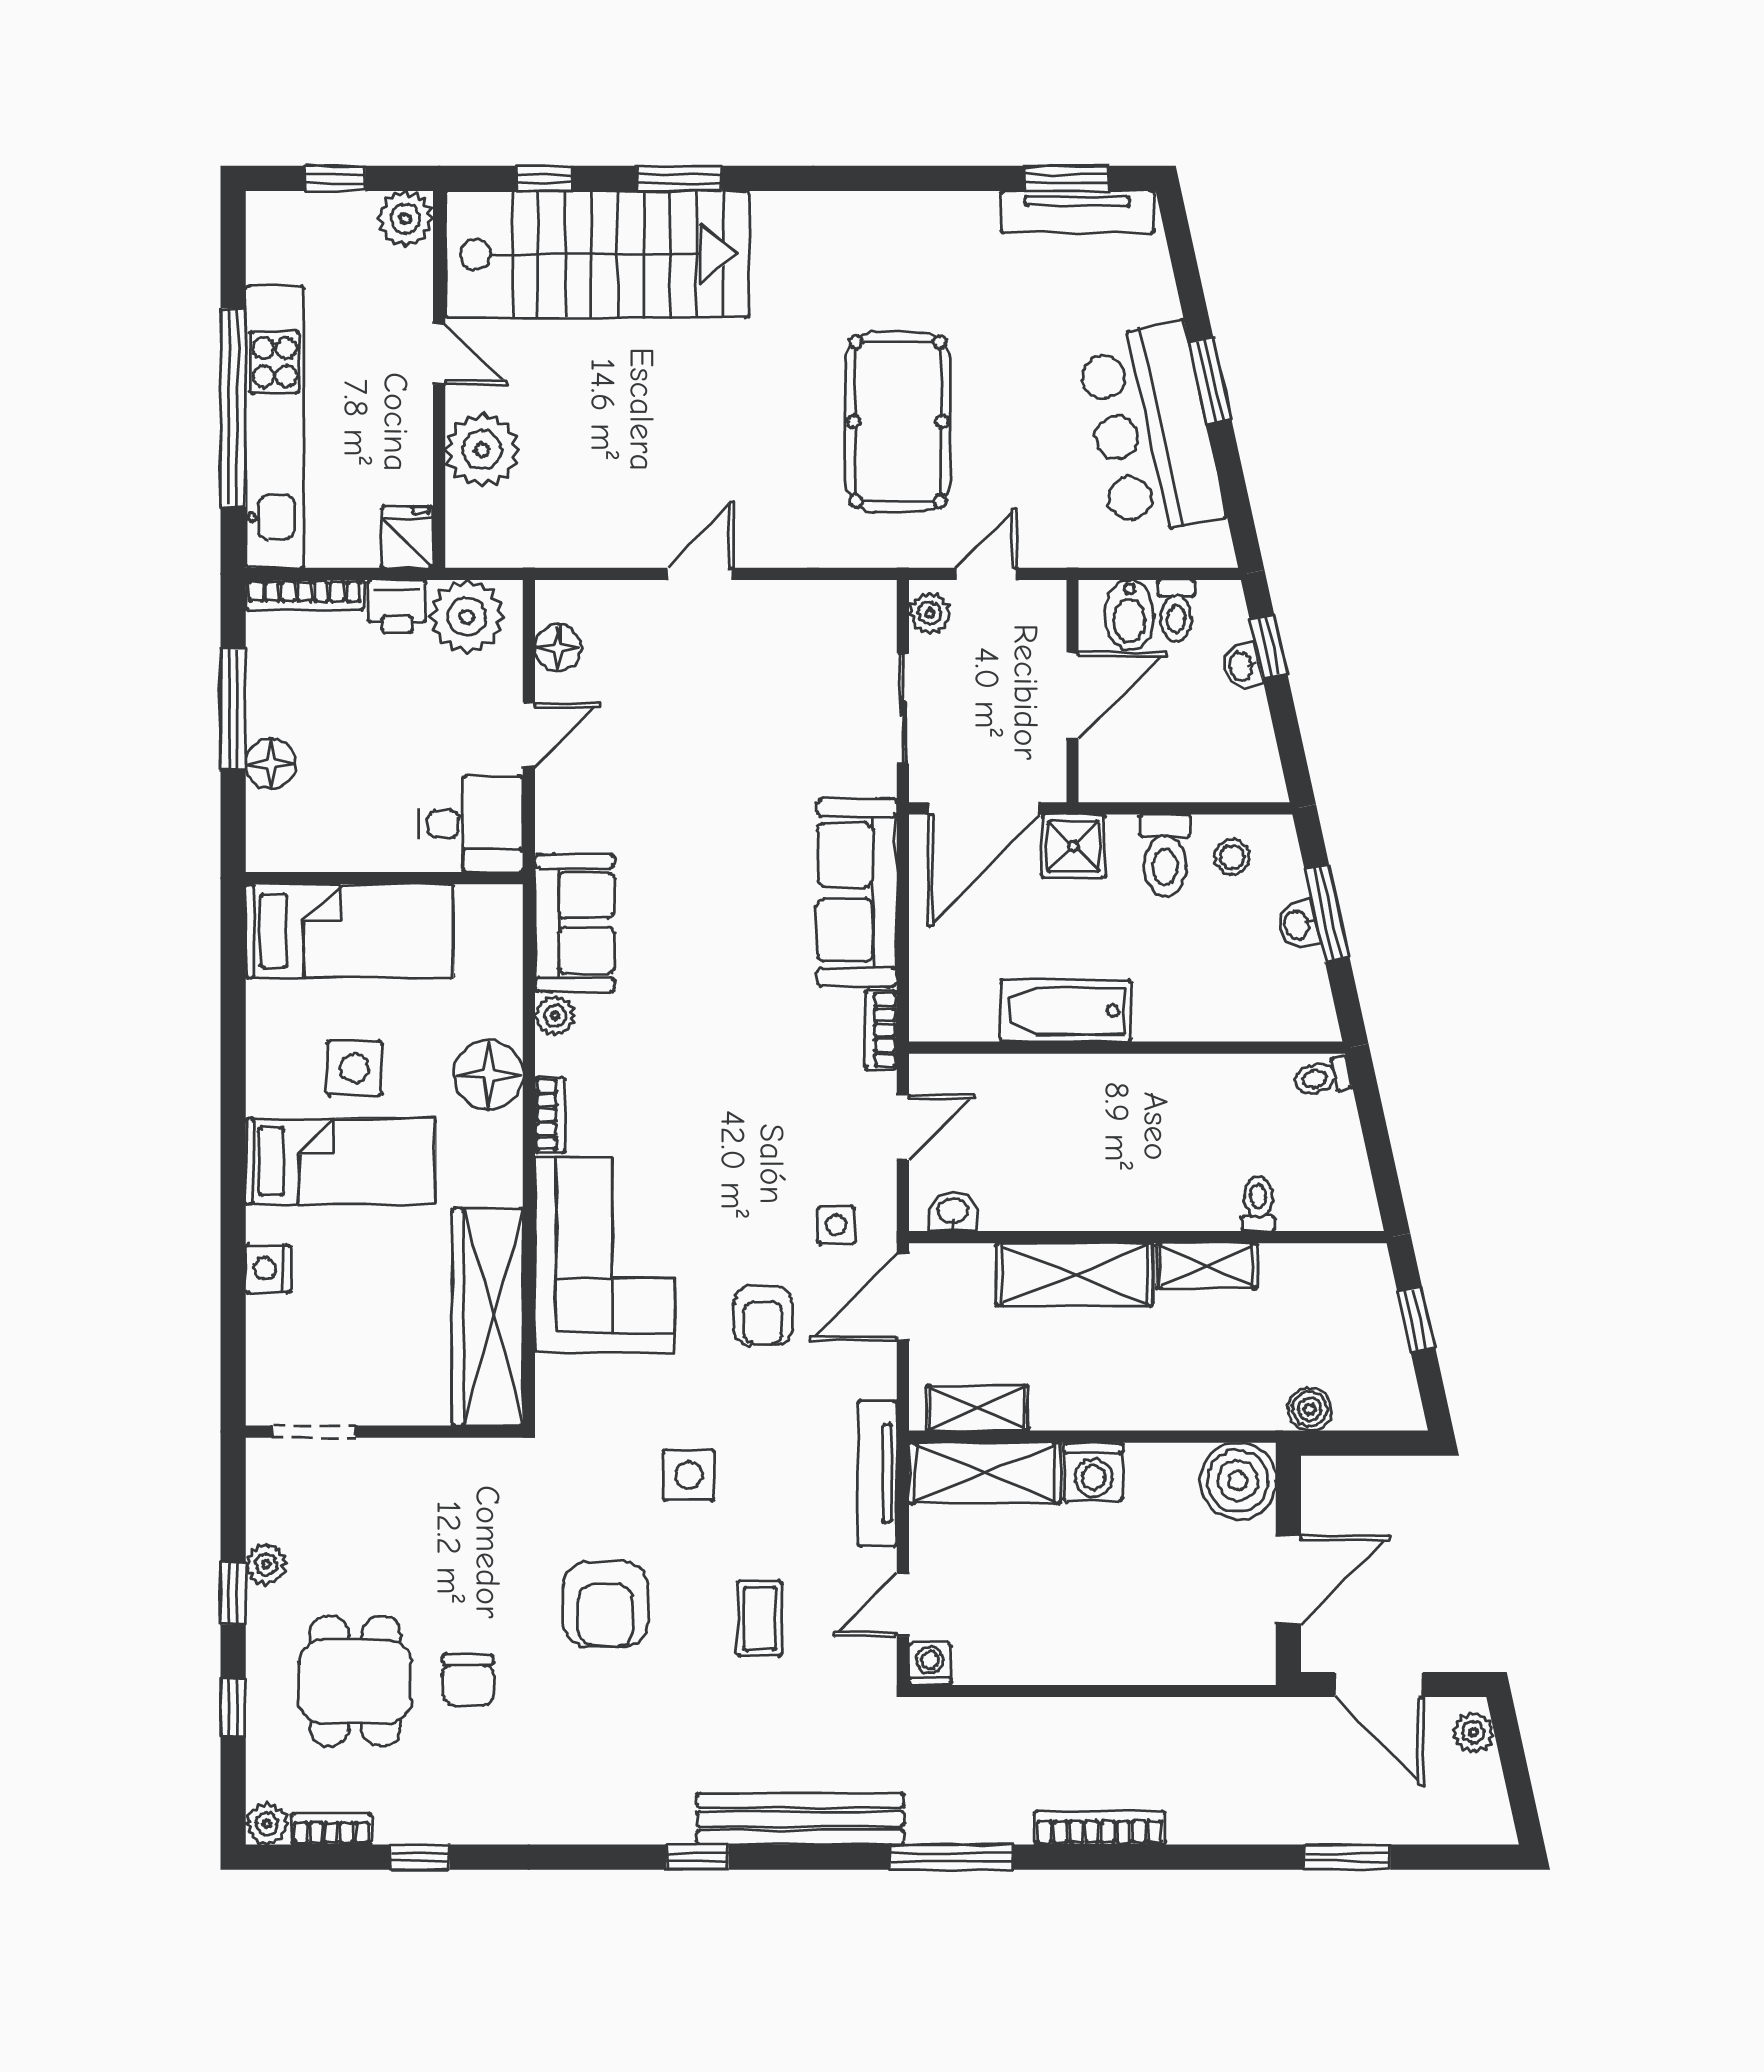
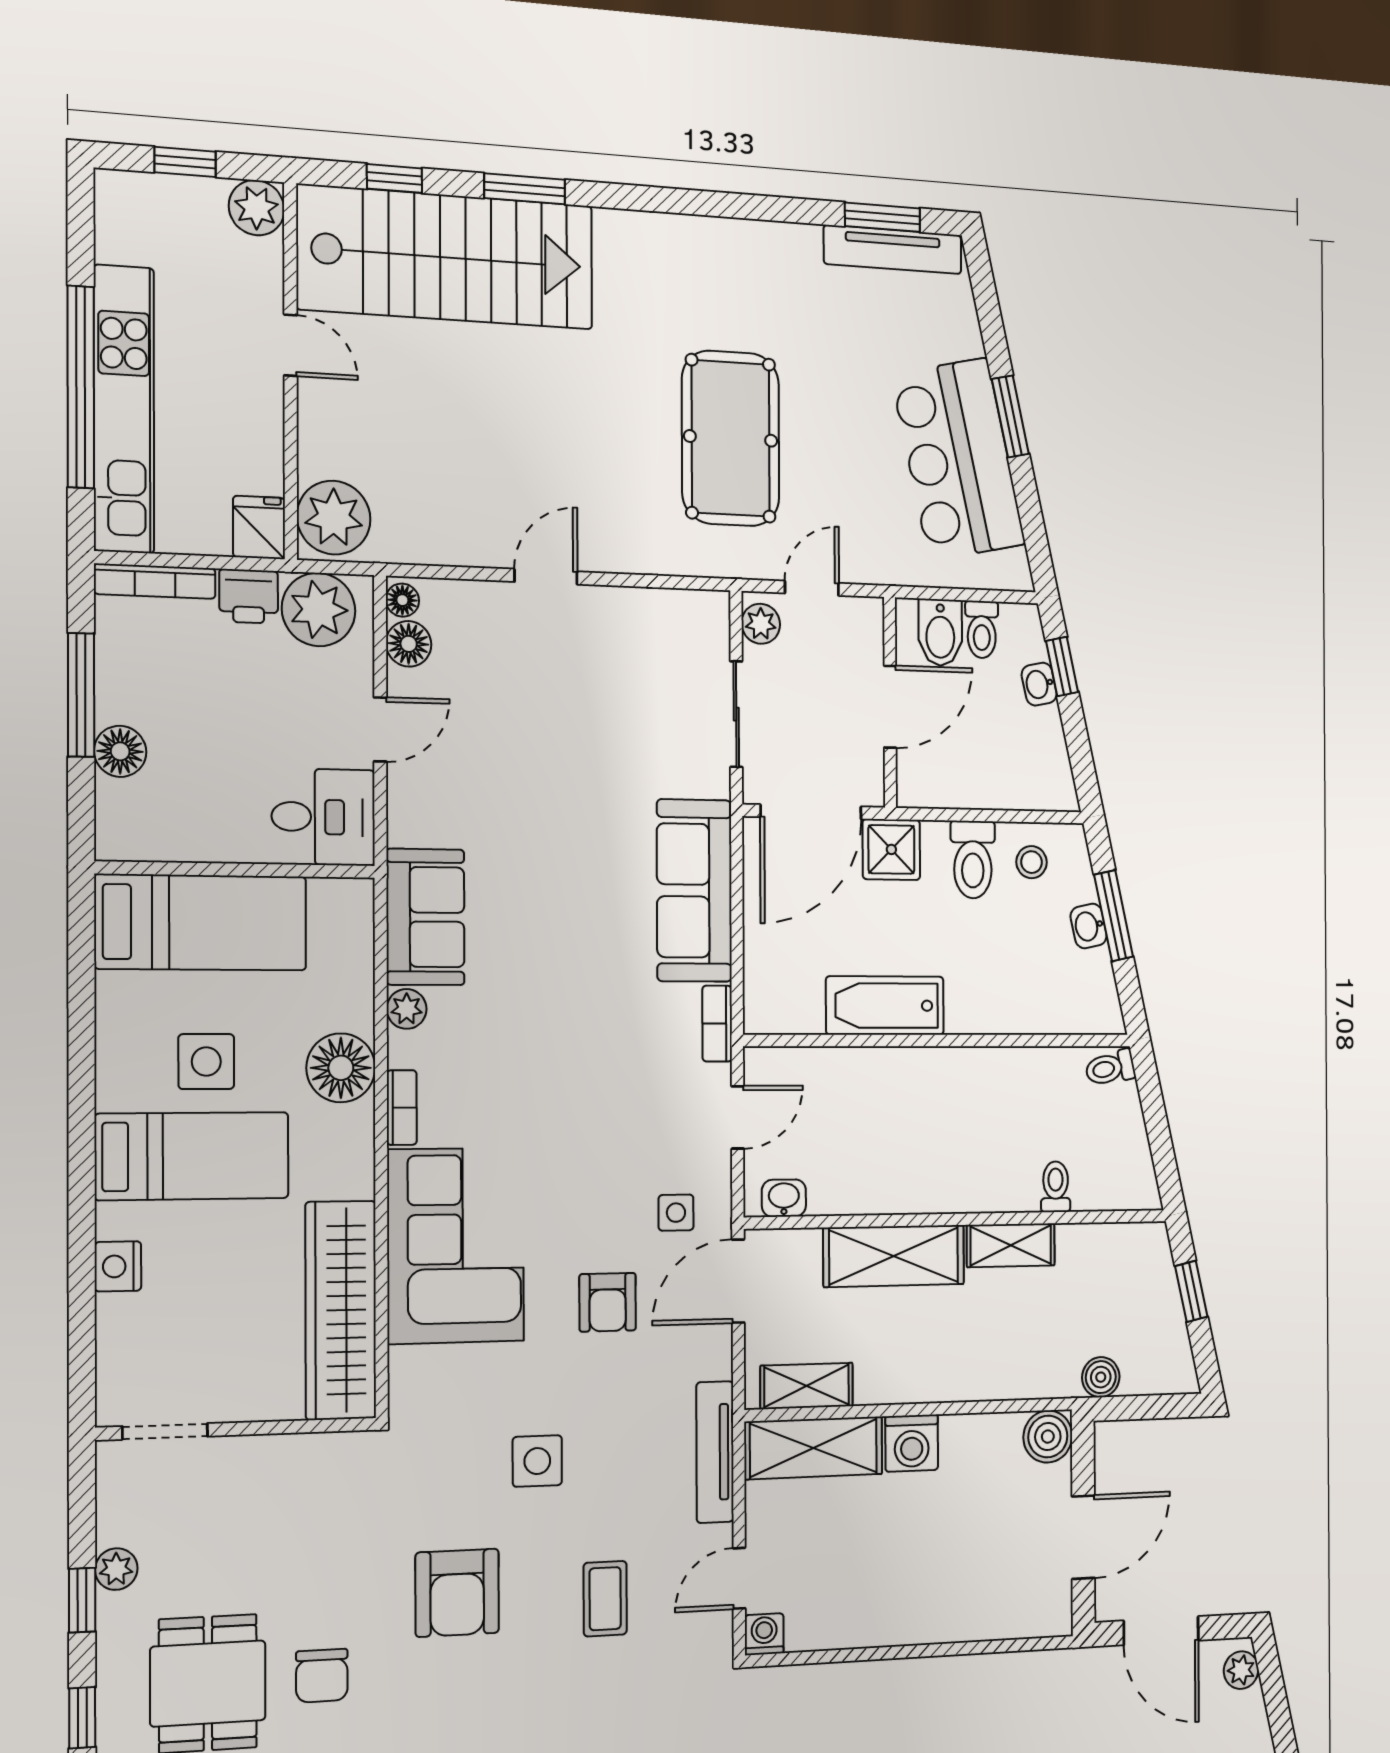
plant: (482, 450) -> (334, 518), moved
floor lamp: (552, 604) -> (402, 600), added
boiler: (1238, 1481) -> (1048, 1437), width x0.73, depth x0.73

